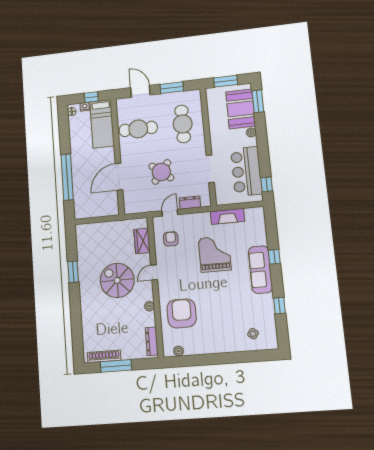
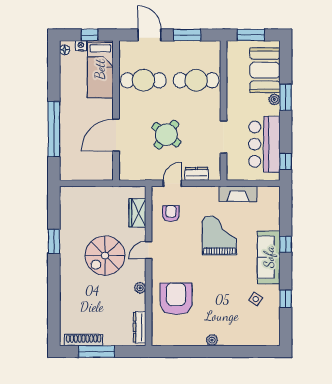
window: (258, 101) -> (286, 97), moved
cafe table: (183, 124) -> (196, 80), turned 90
spiral stairs: (117, 280) -> (105, 256), turned -90
side table: (253, 334) -> (256, 299), moved
plant: (179, 351) -> (212, 340), moved

